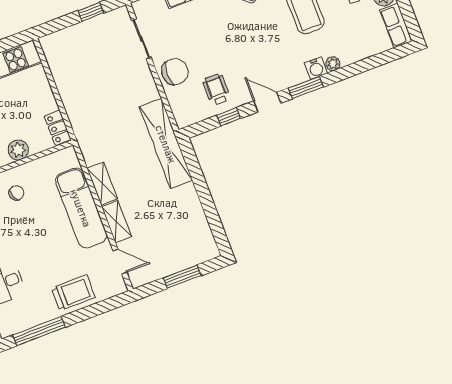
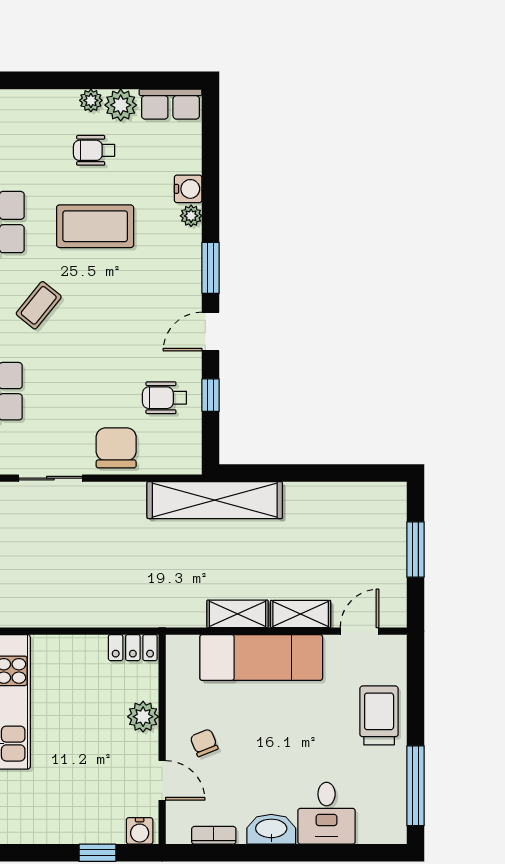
water cooler: (316, 68) -> (188, 189), moved

